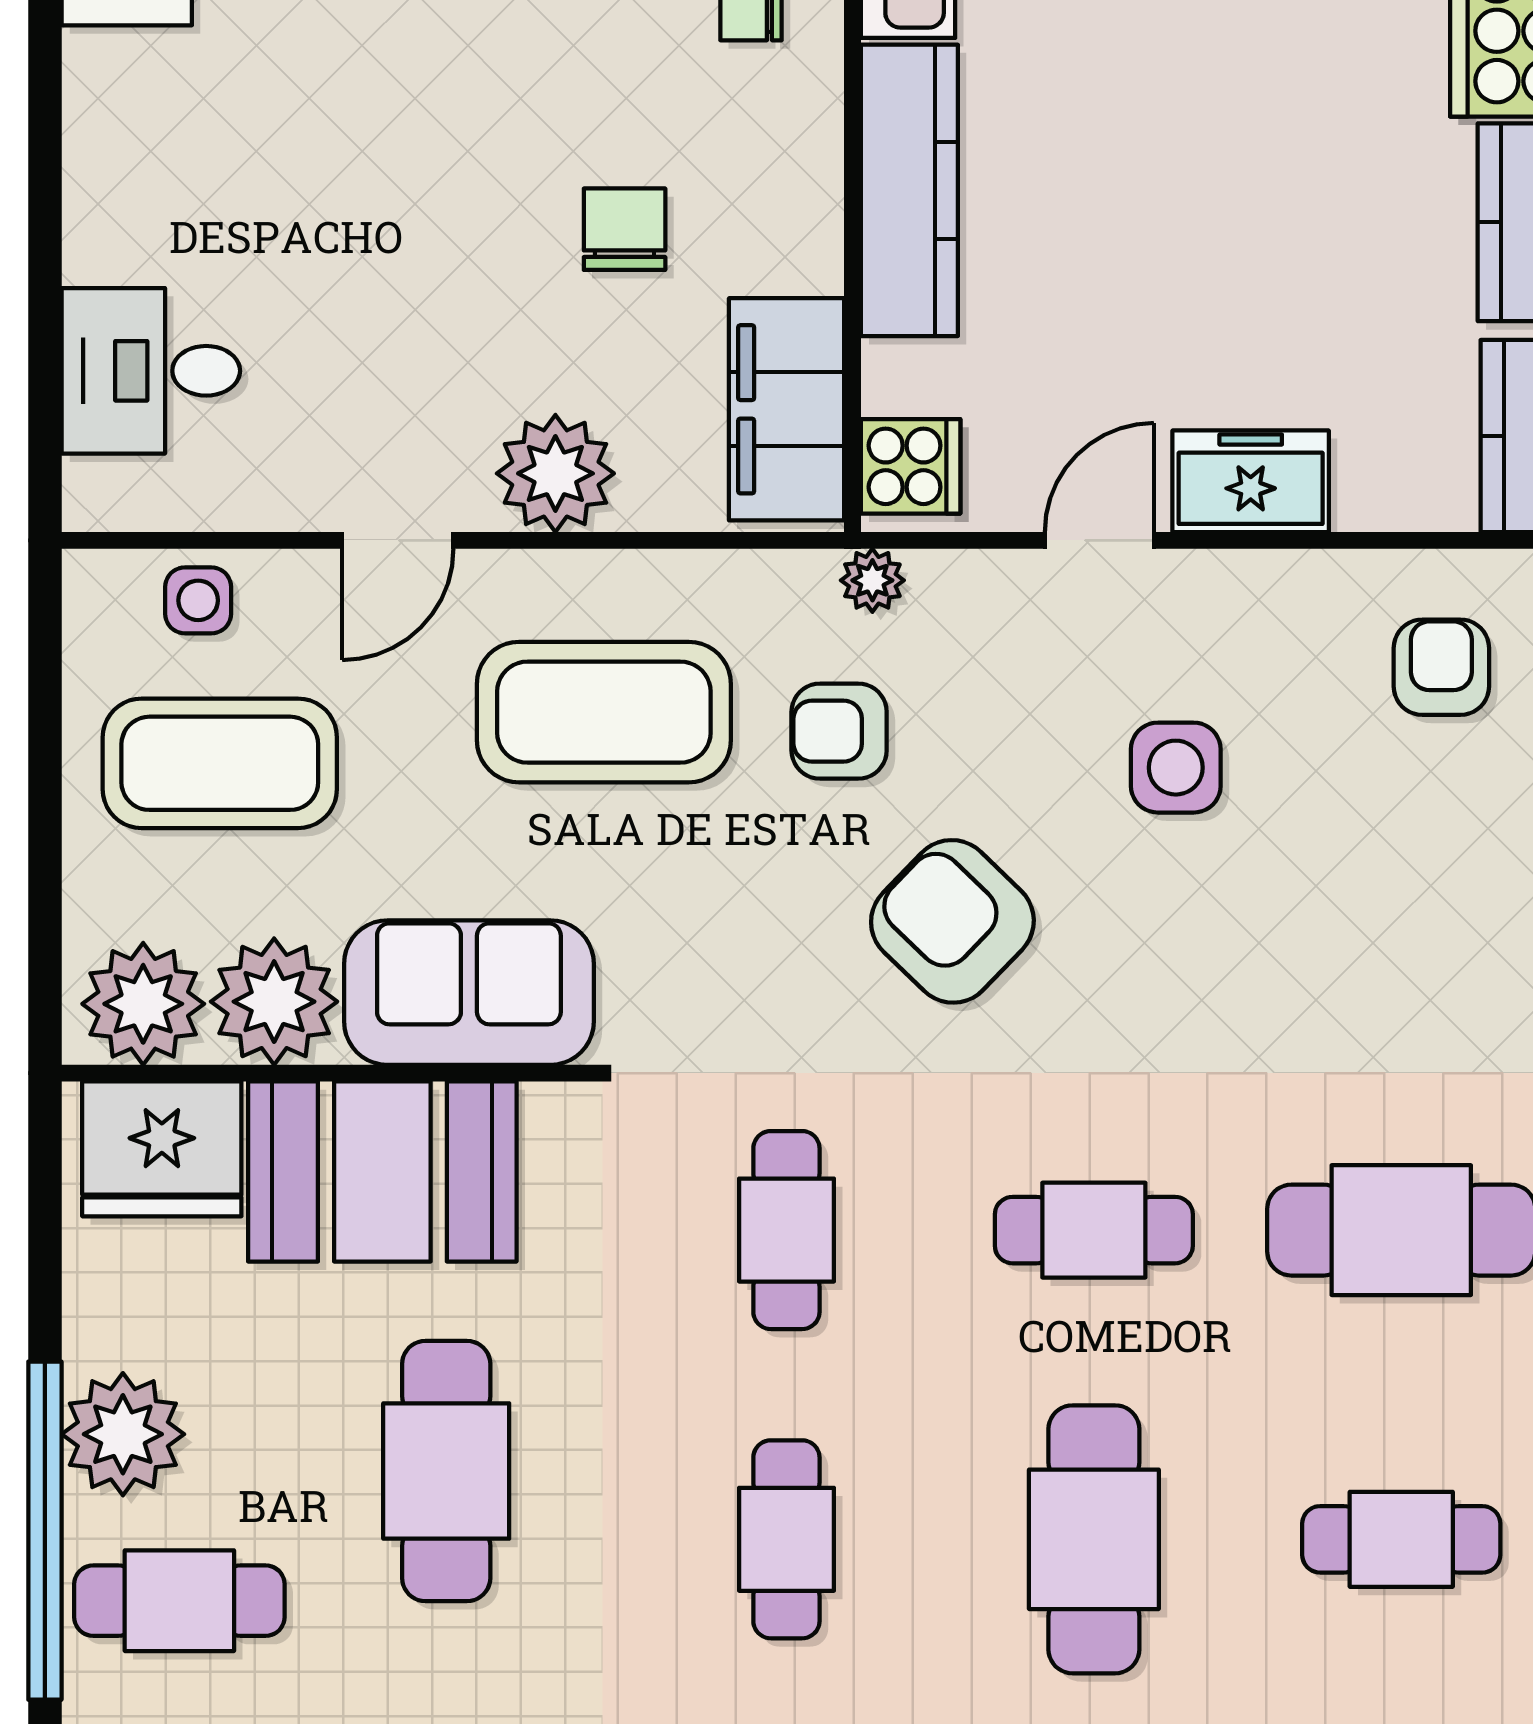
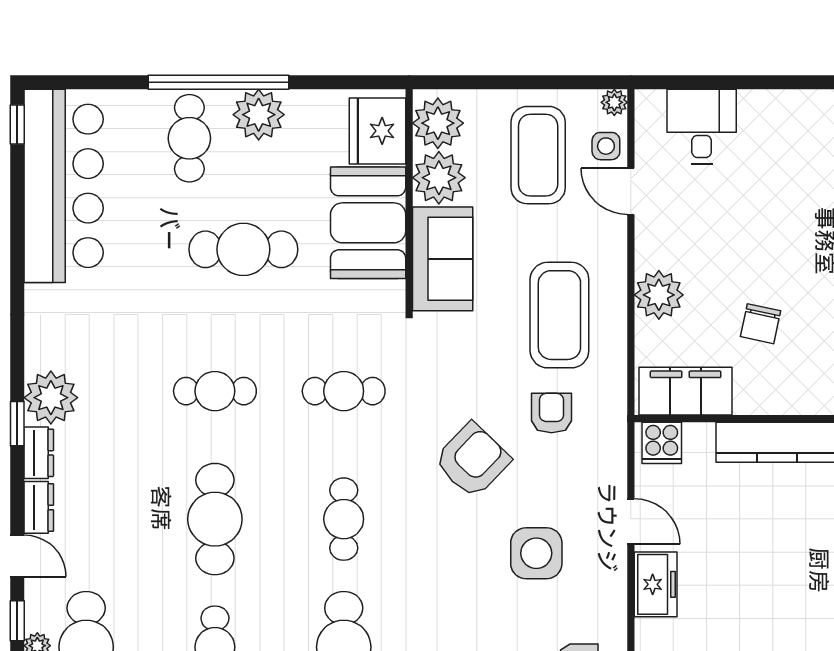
chair: (625, 229) -> (761, 324), turned 102
door: (398, 540) -> (631, 191), moved
plant: (872, 580) -> (614, 102), moved
side table: (1176, 768) -> (536, 553), width x1.37, depth x1.37
cafe table: (1094, 1539) -> (215, 519), turned 90

